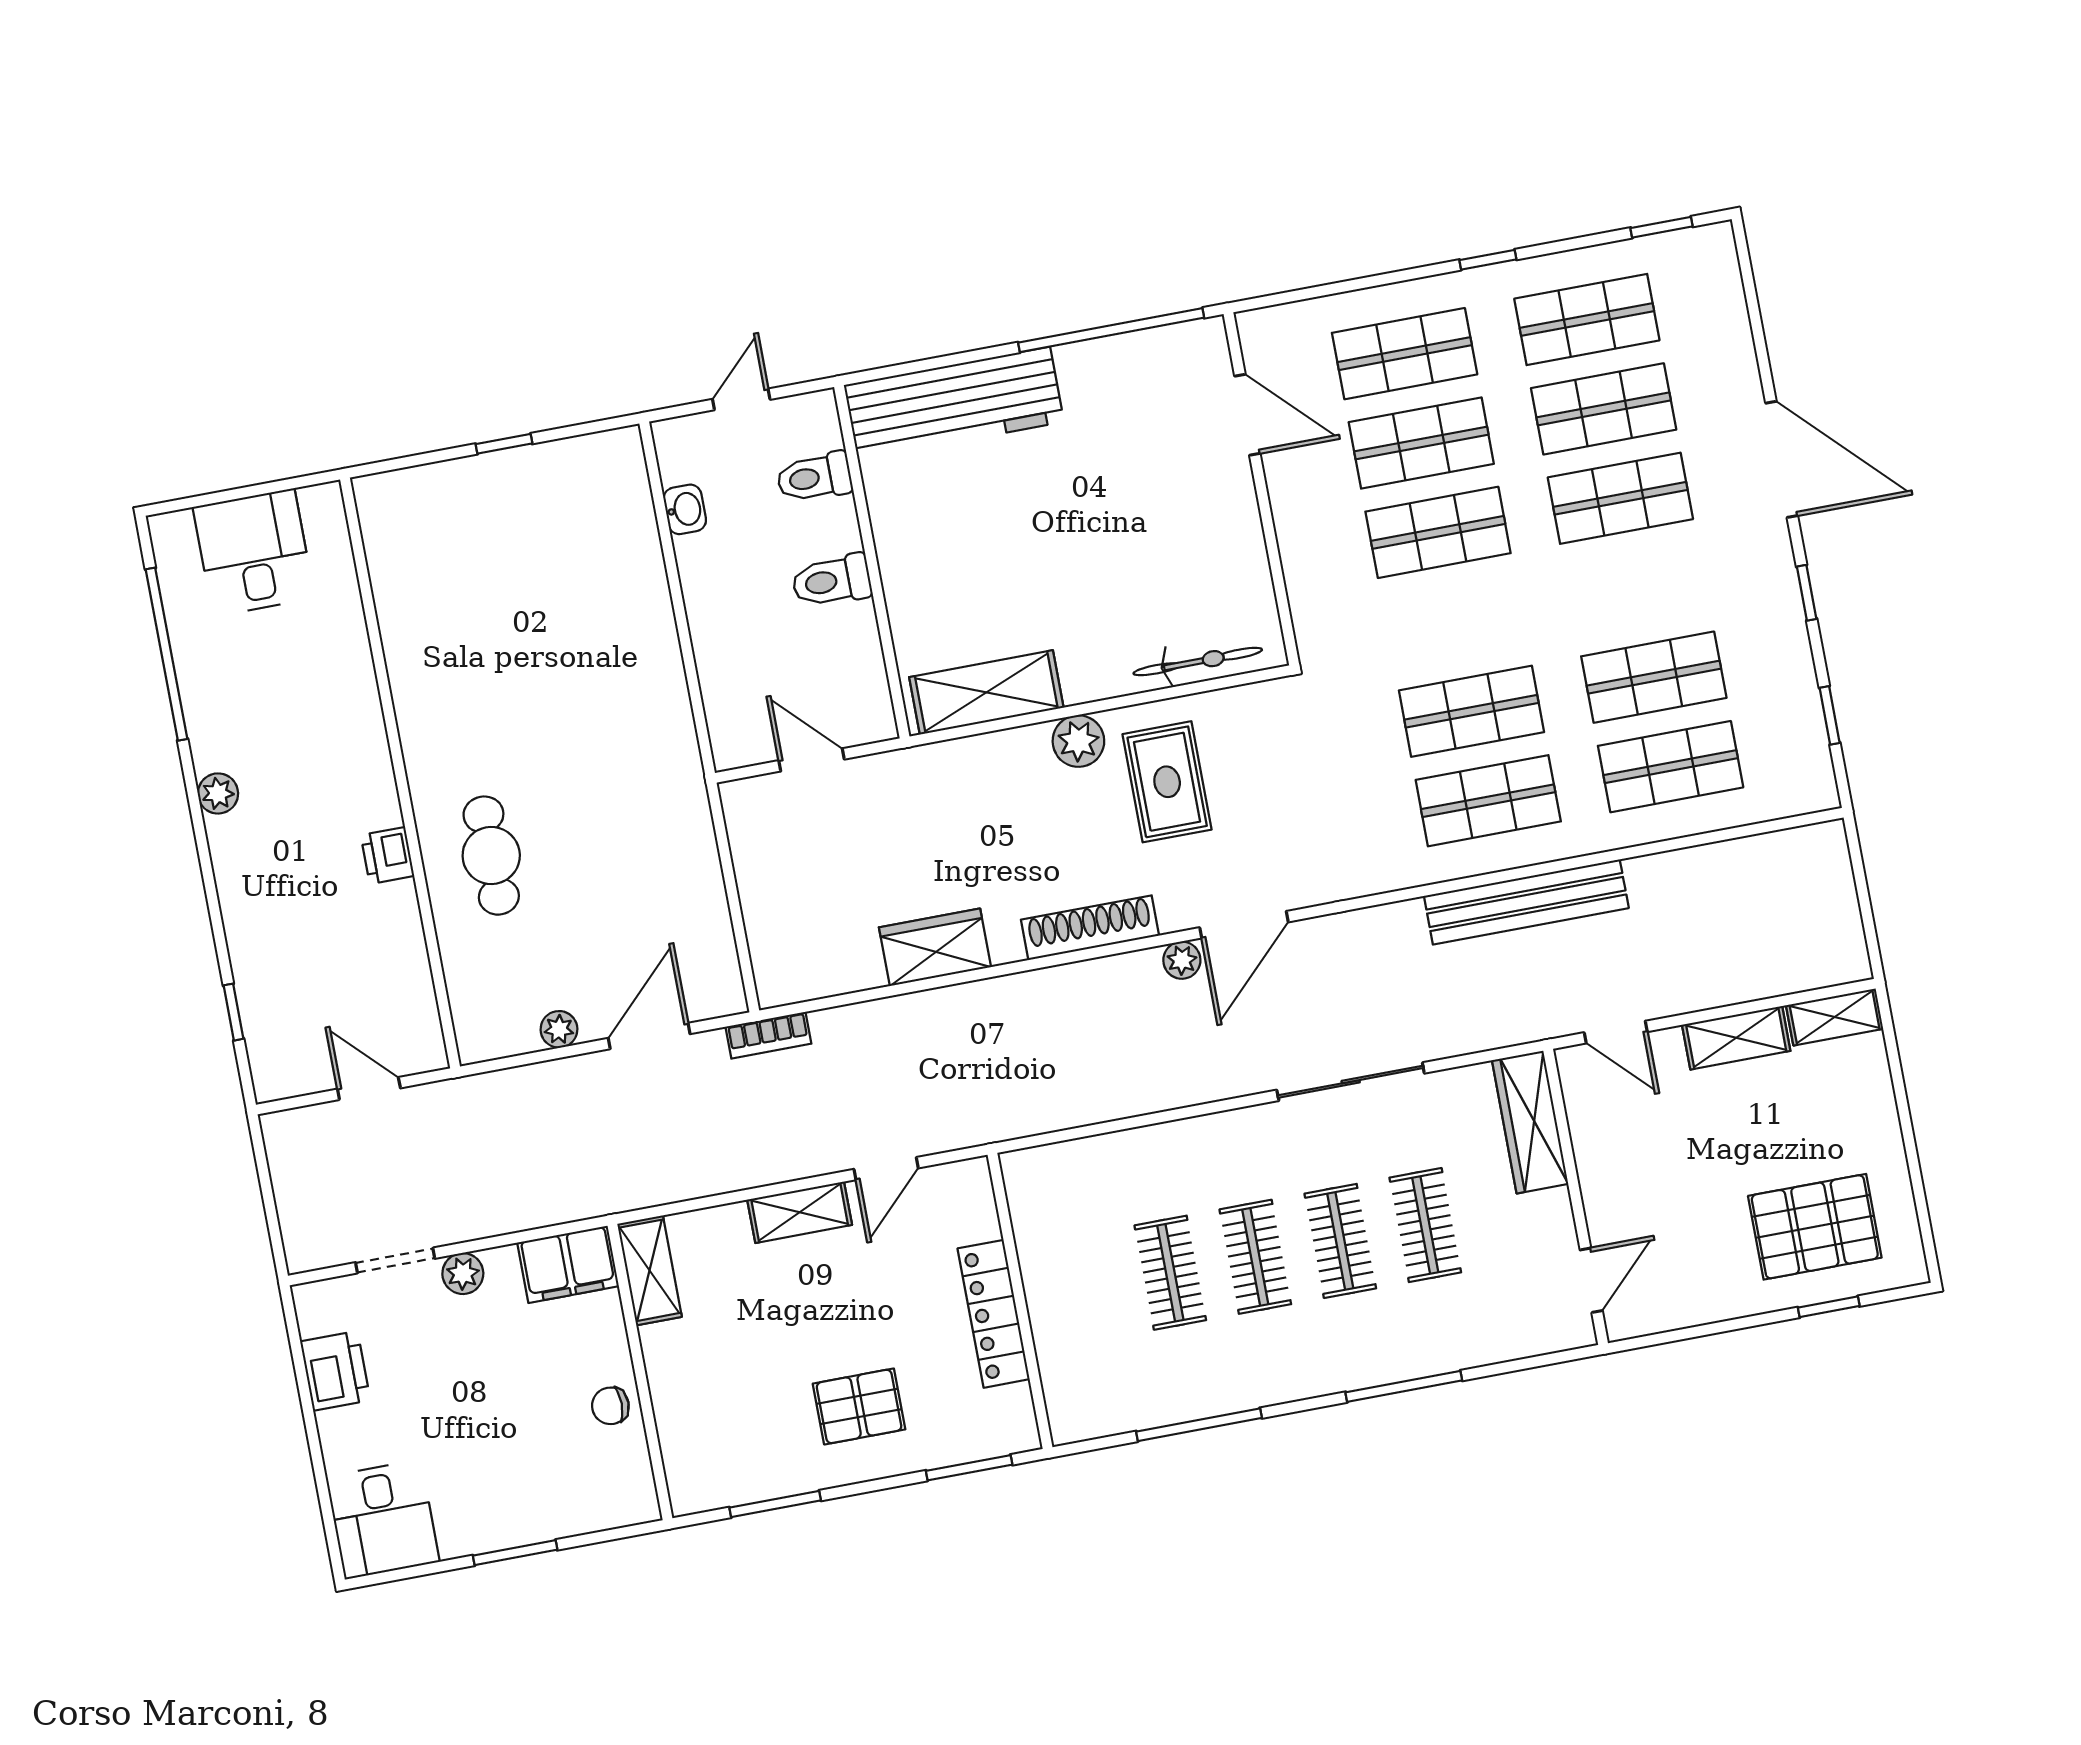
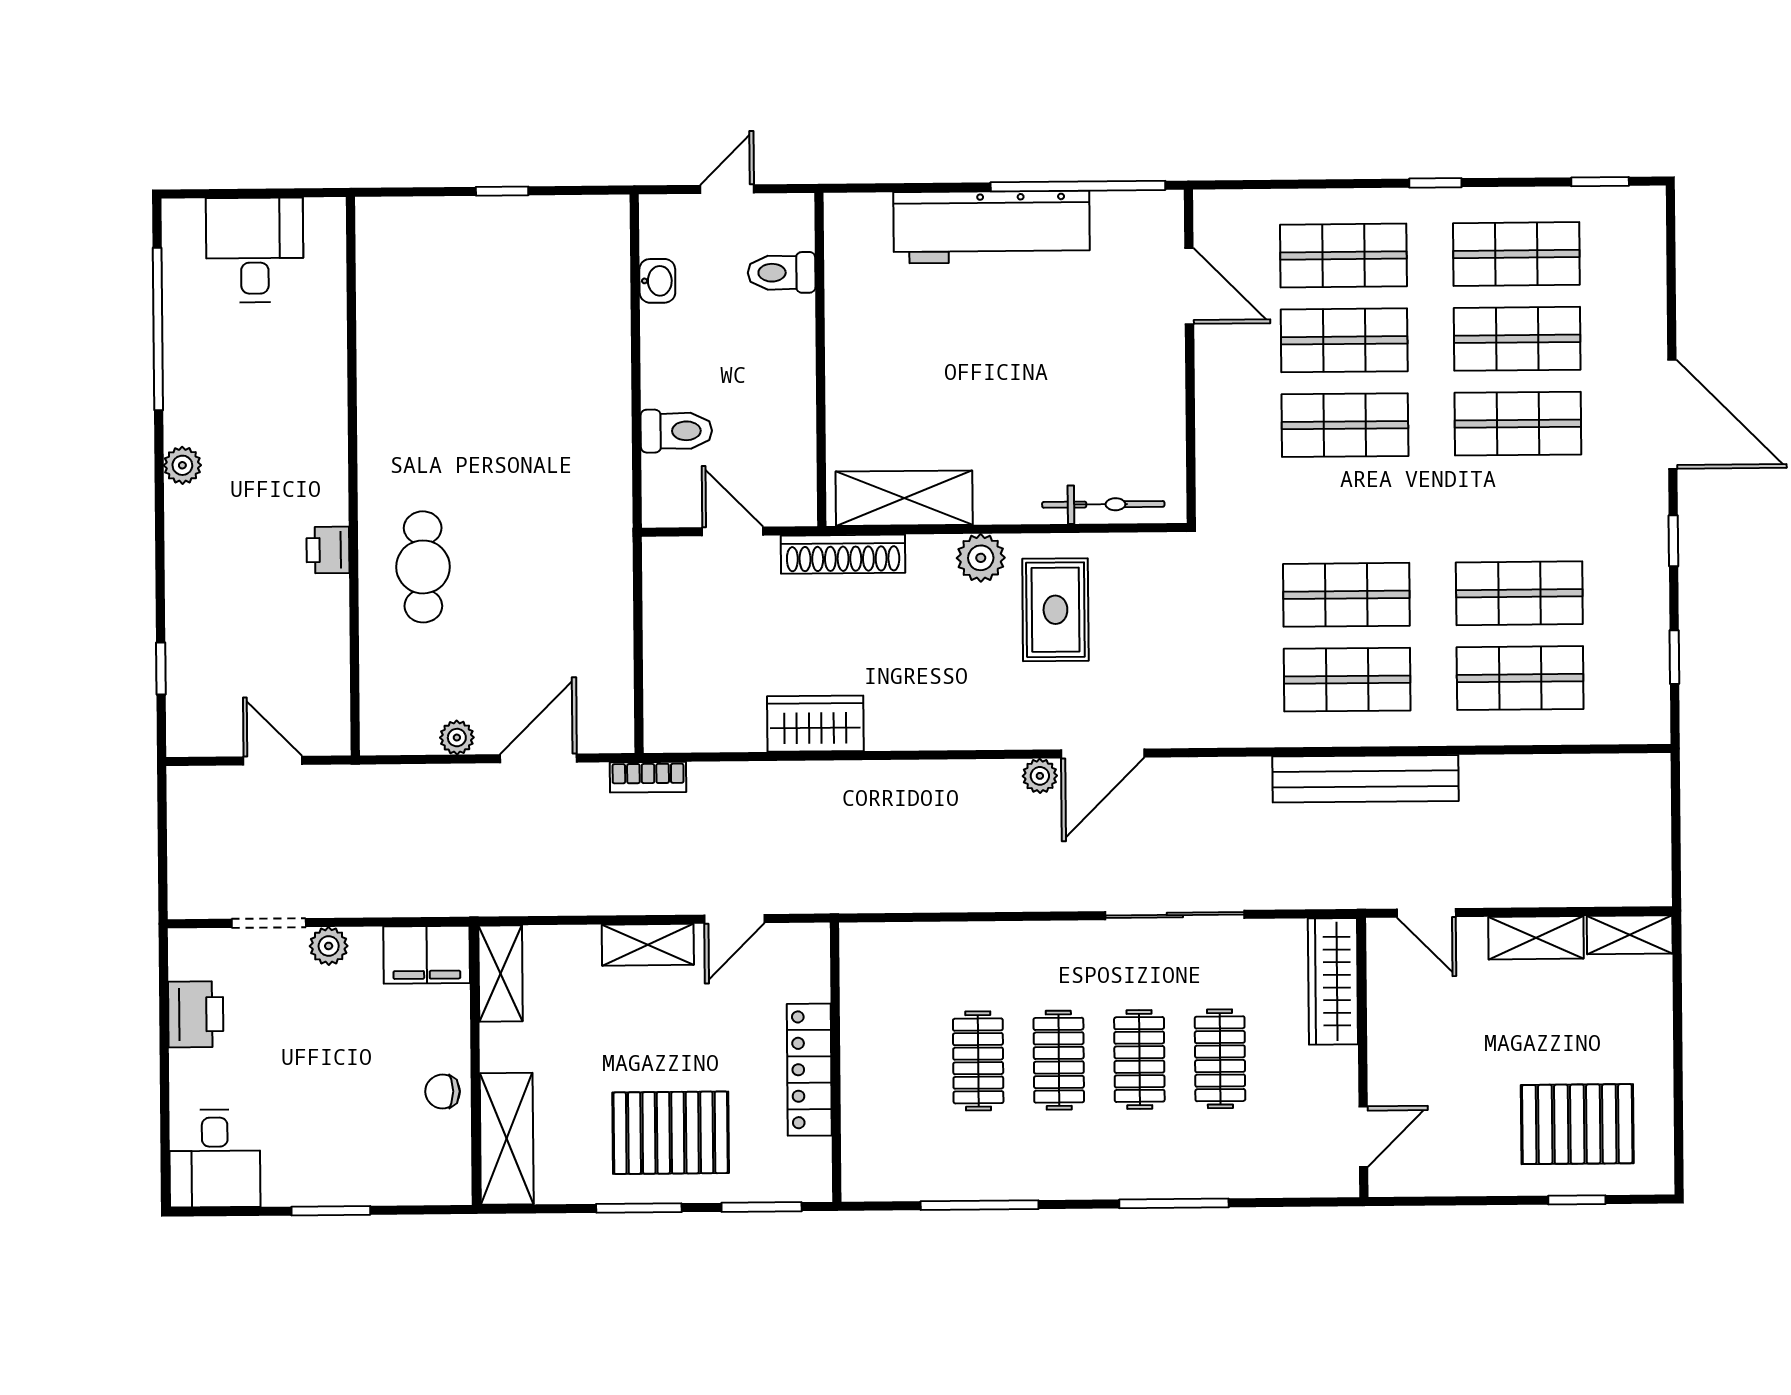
workbench: (954, 403) -> (991, 227), moved
toilet: (832, 581) -> (676, 431), moved, turned 180
shoe rack: (1090, 928) -> (843, 554), moved, turned 180
pallet: (859, 1406) -> (671, 1133), width x1.50, depth x1.42
shelving: (687, 1444) -> (507, 1139), added
window: (775, 1504) -> (639, 1208), moved

